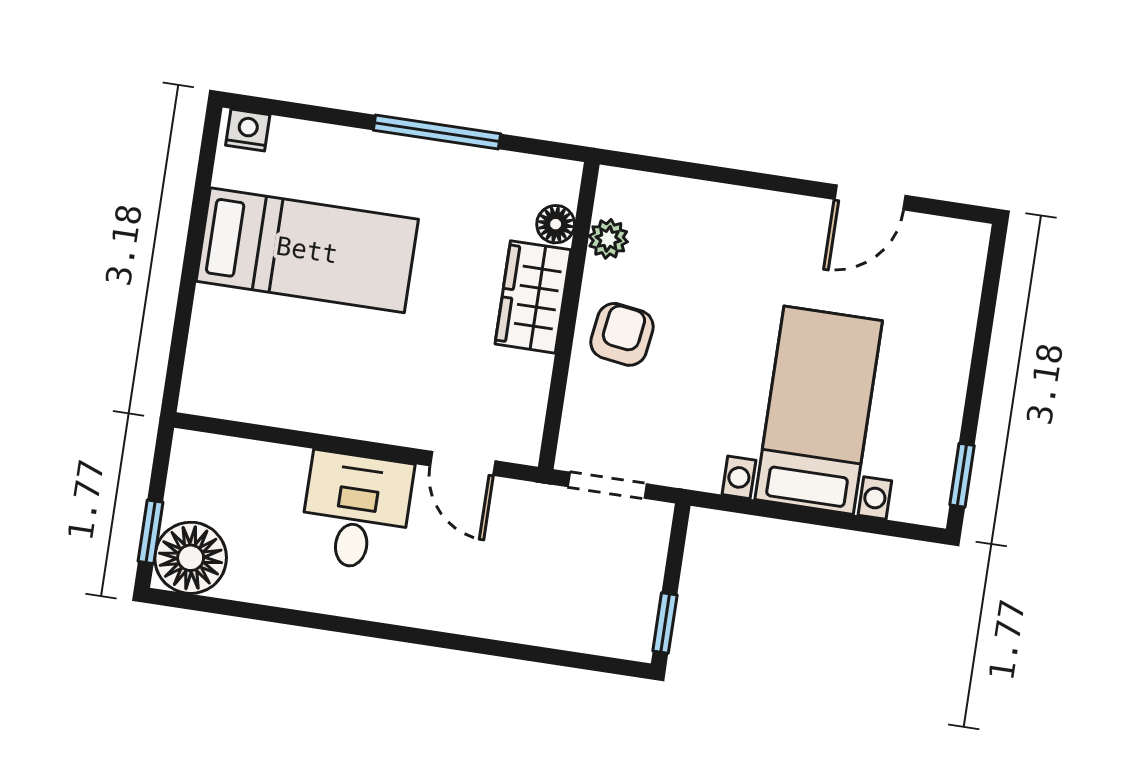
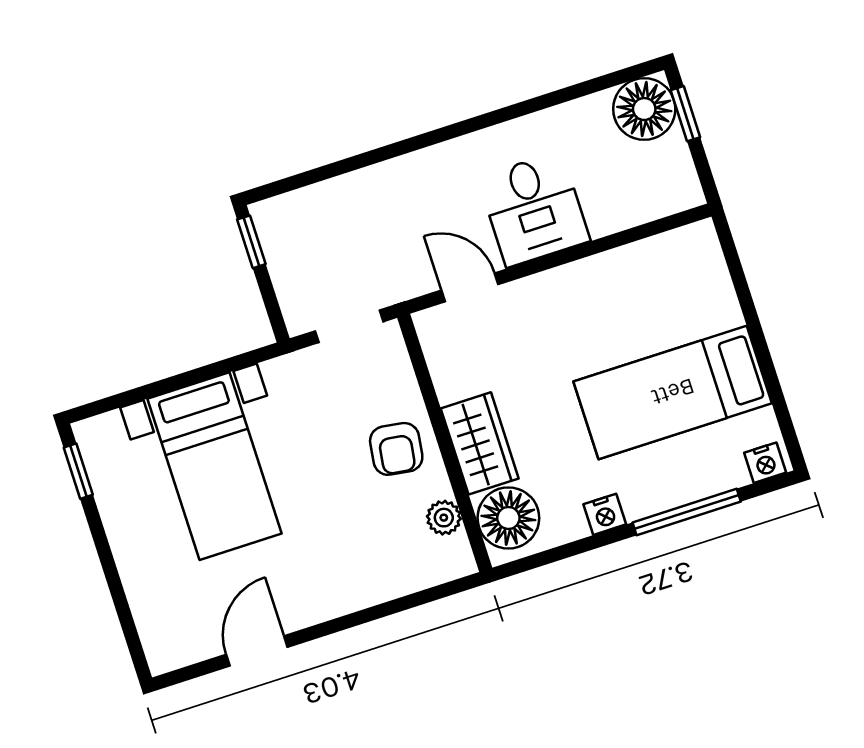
window: (437, 132) -> (687, 512), moved
nightstand: (440, 159) -> (605, 514), added
floor lamp: (556, 224) -> (508, 518), width x1.89, depth x1.89

